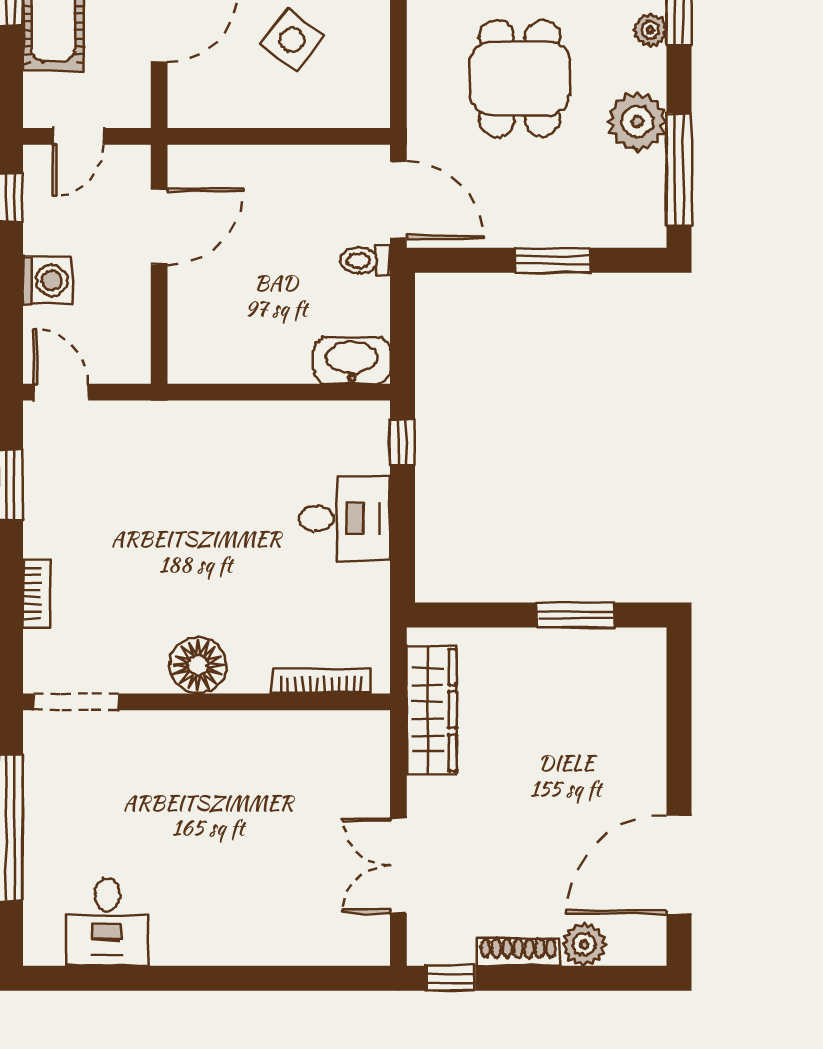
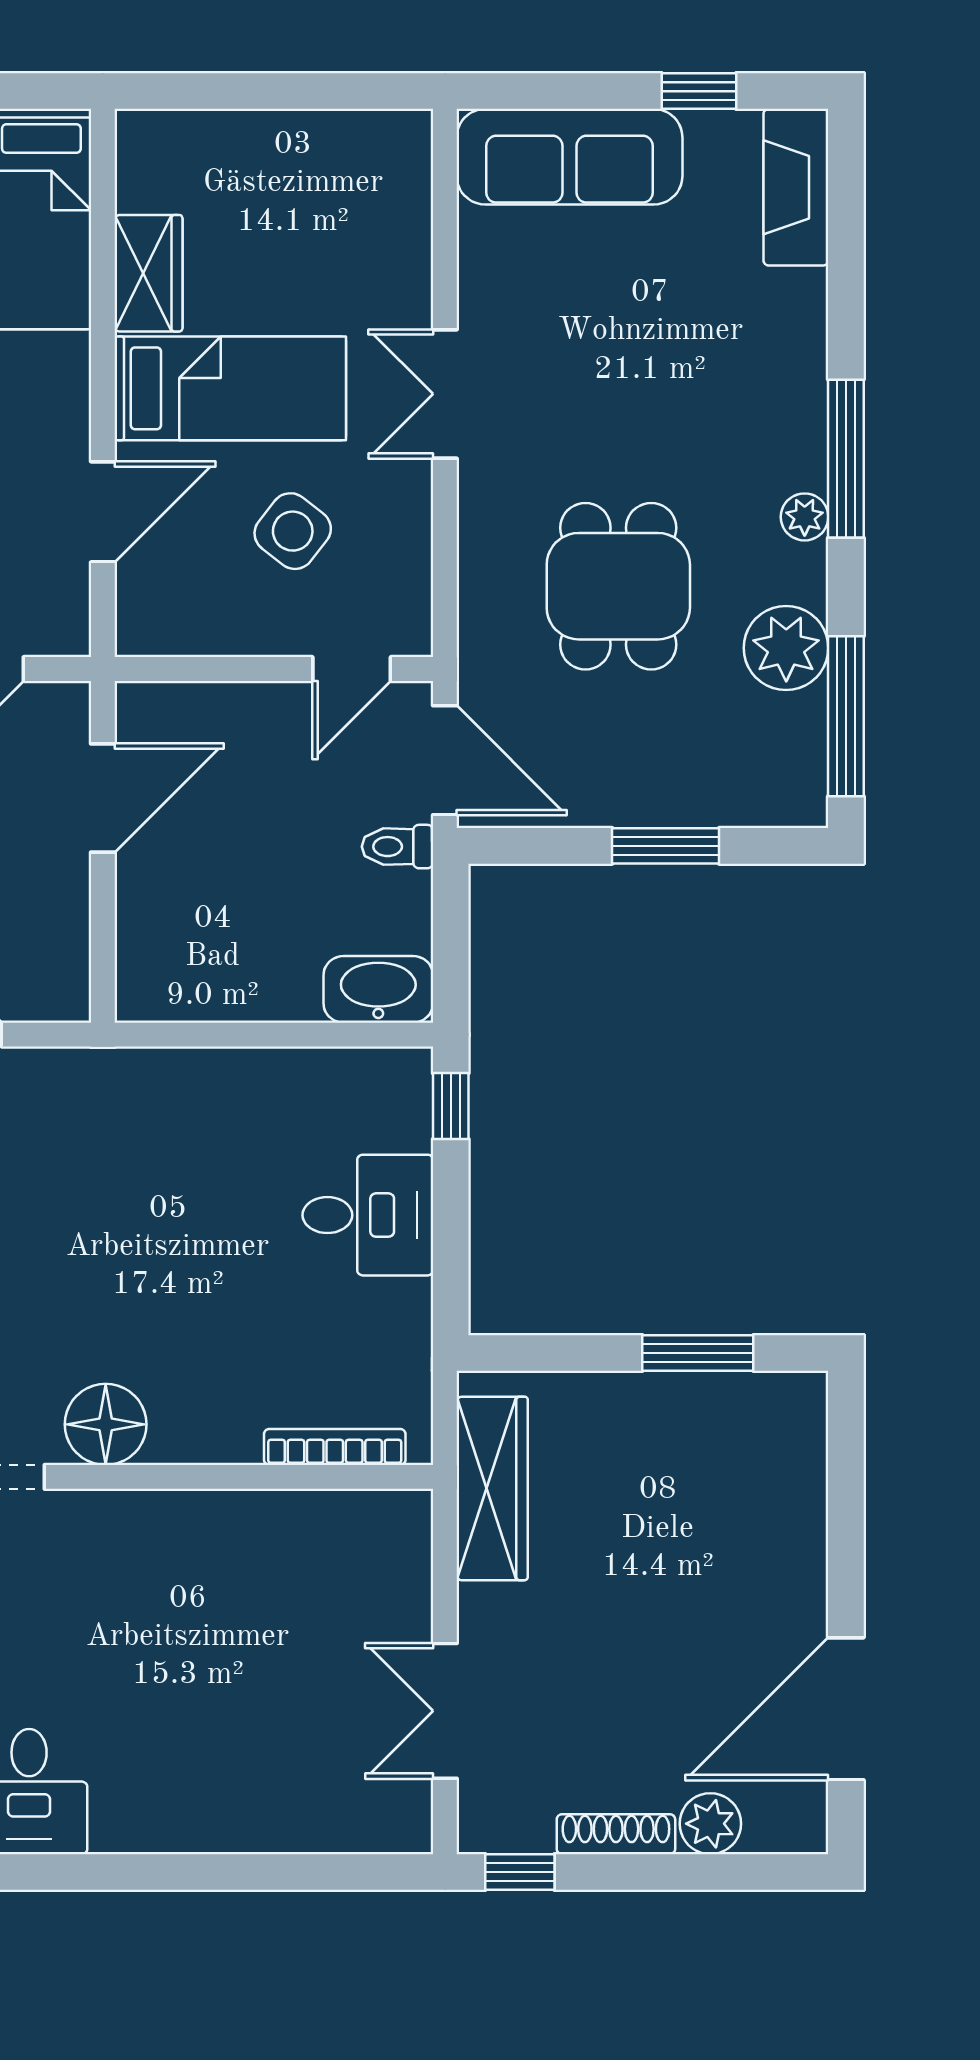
door: (333, 136) -> (352, 669), added
floor lamp: (198, 665) -> (106, 1424), moved

